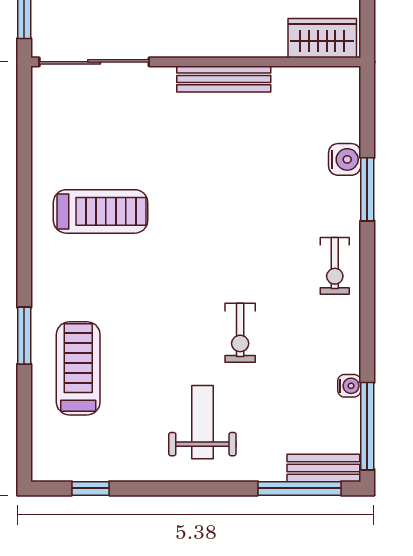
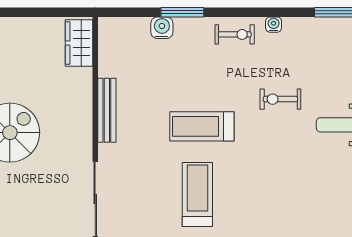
exercise bike: (240, 333) -> (280, 99), turned 180
treadmill: (78, 368) -> (202, 126), moved
water cooler: (349, 386) -> (274, 25), moved

